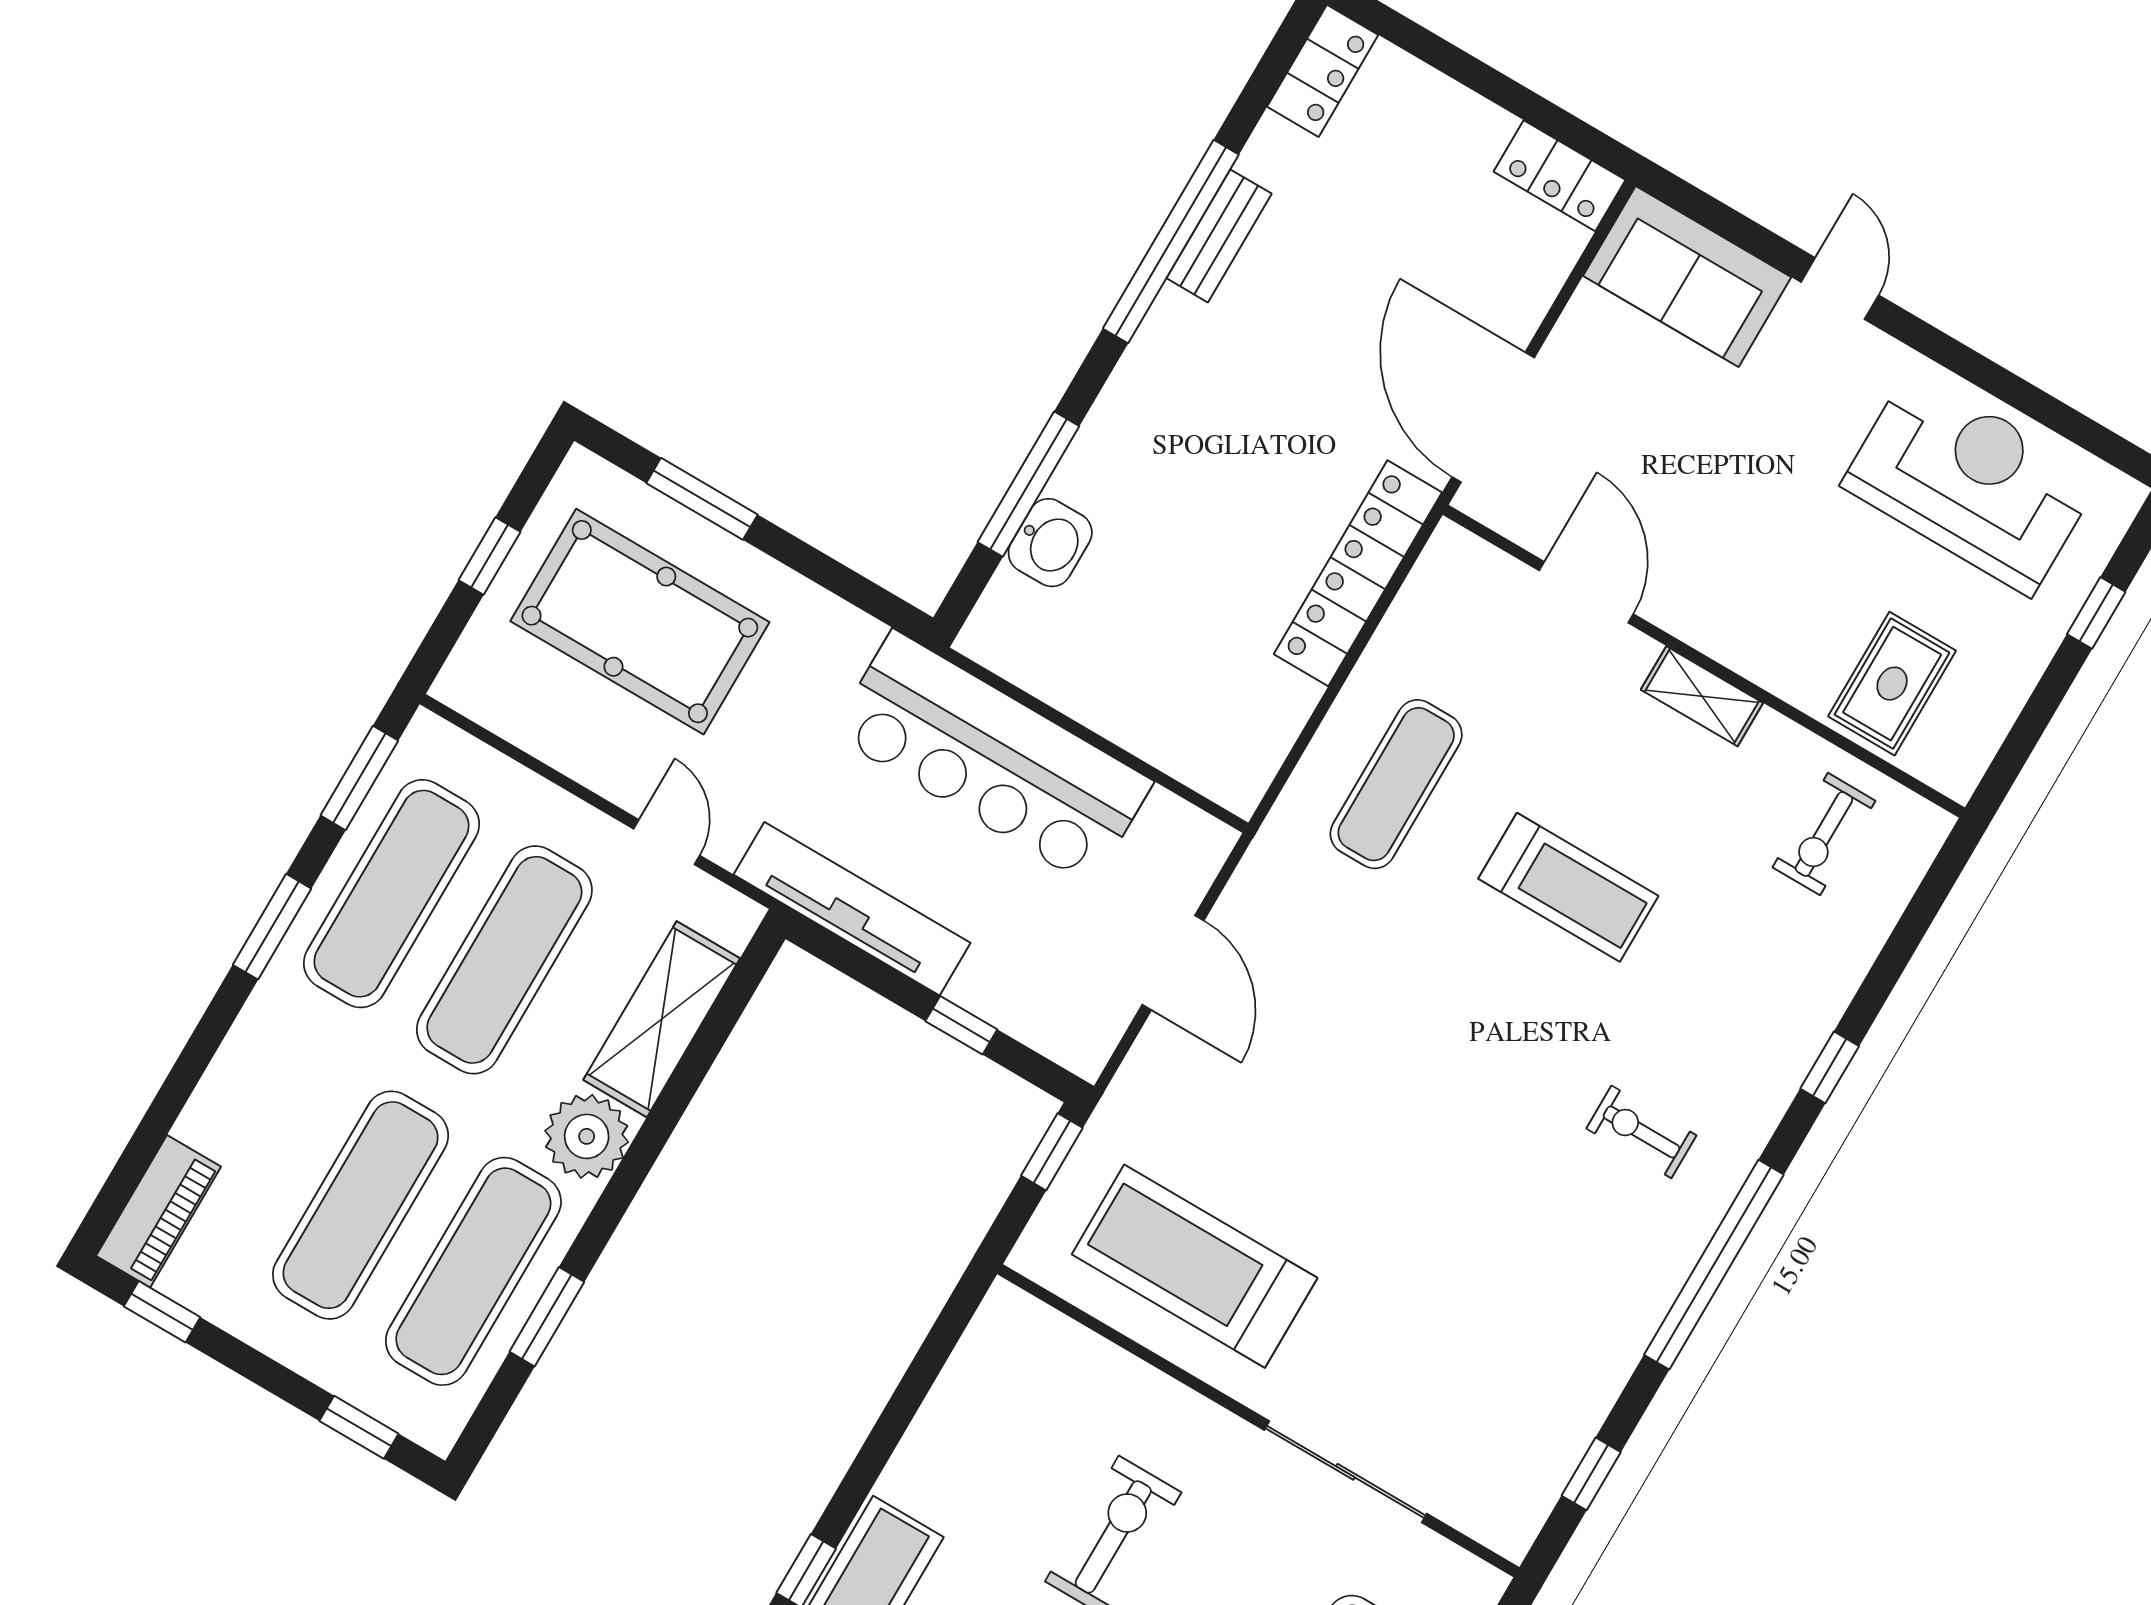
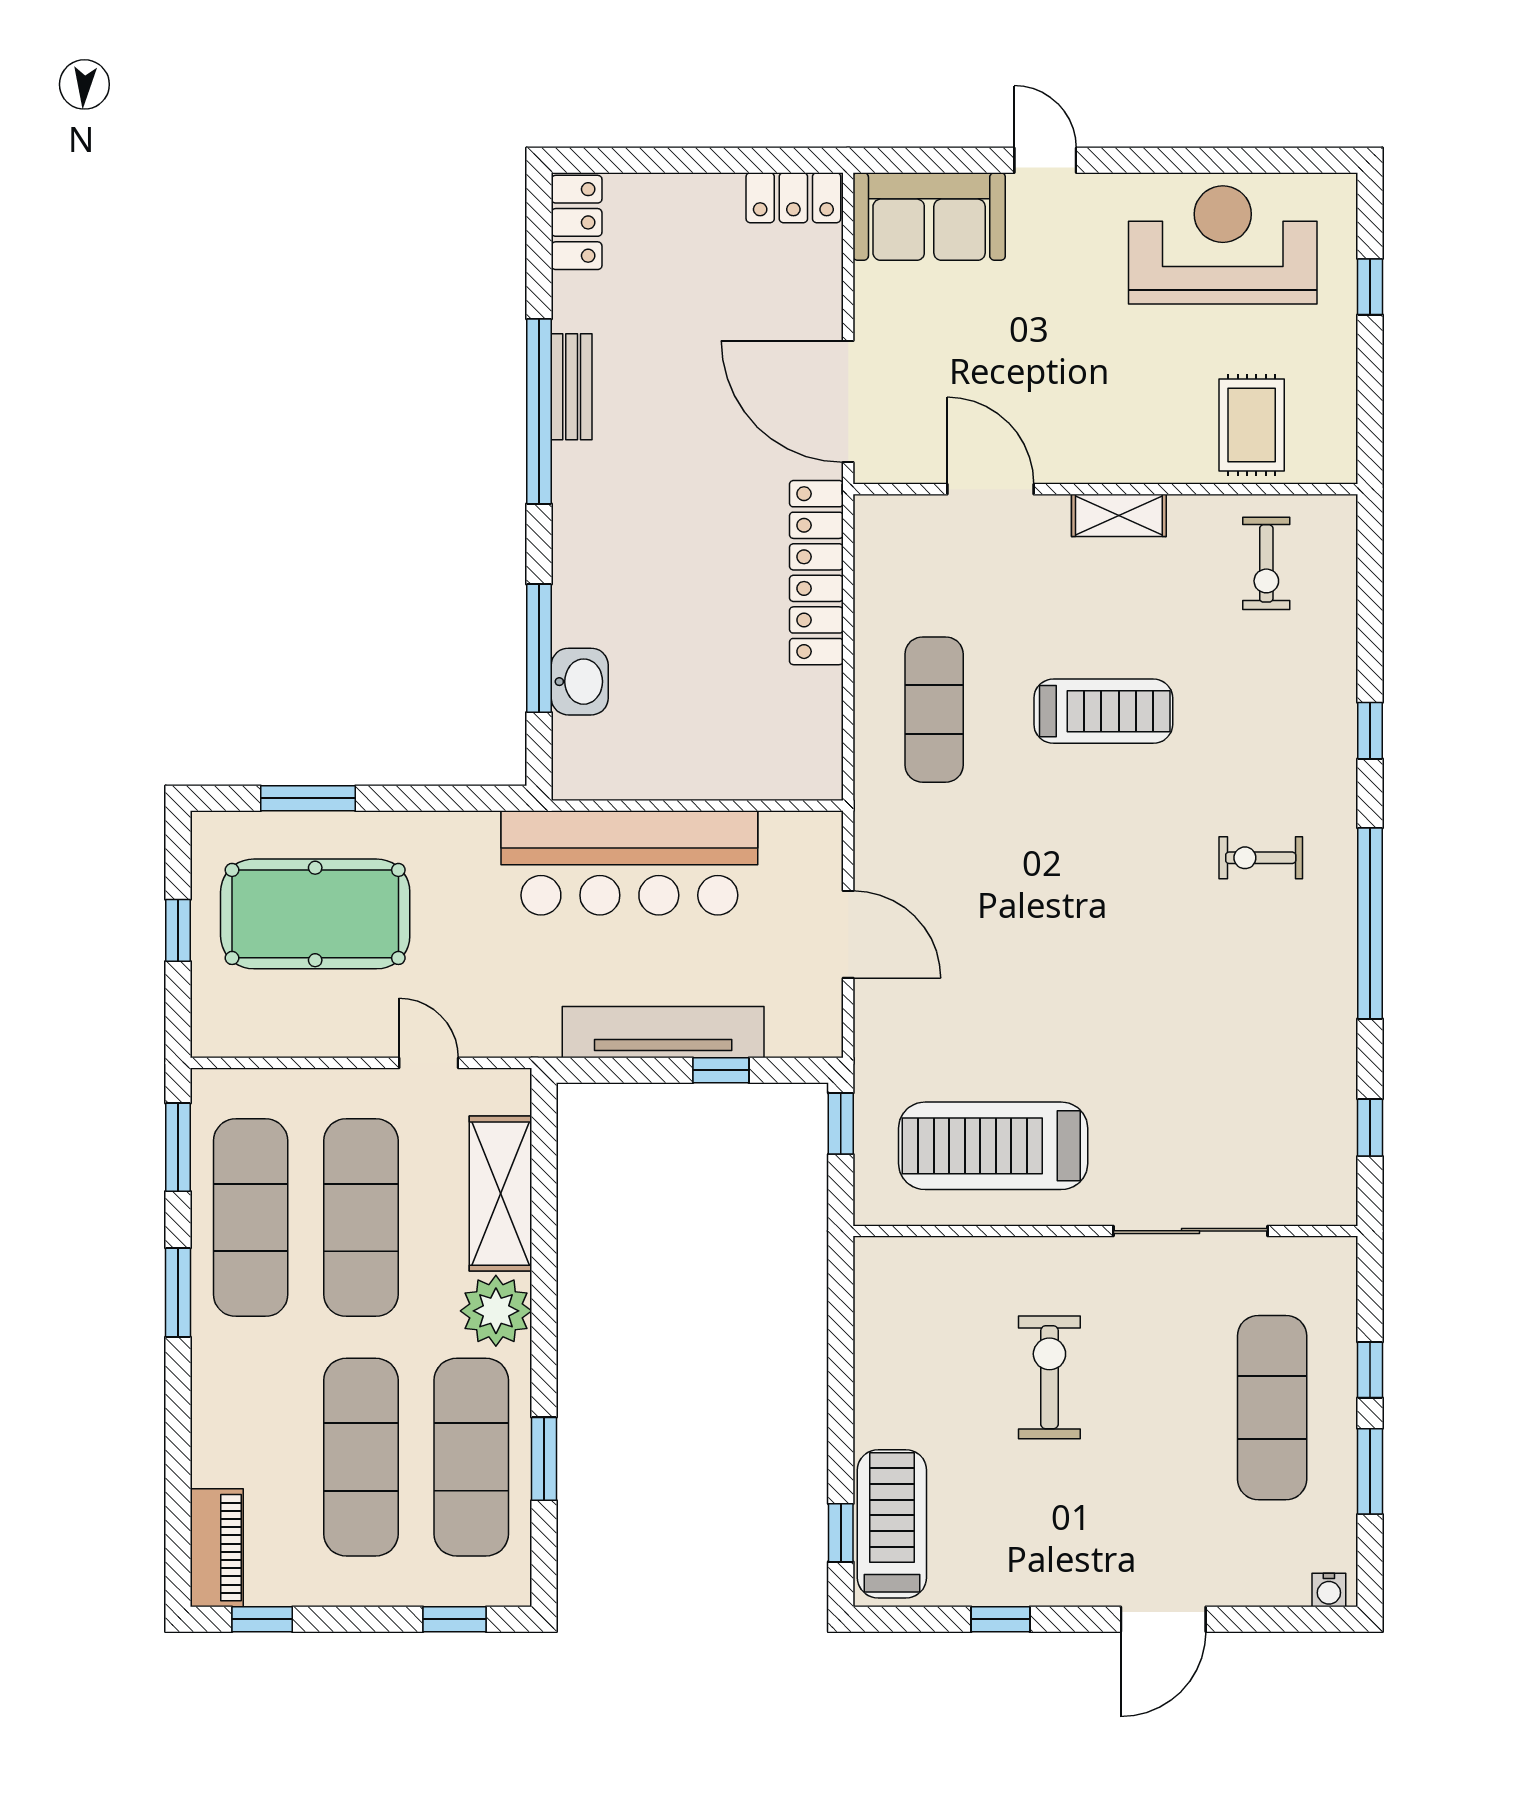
tv unit: (852, 909) -> (663, 1032), moved

